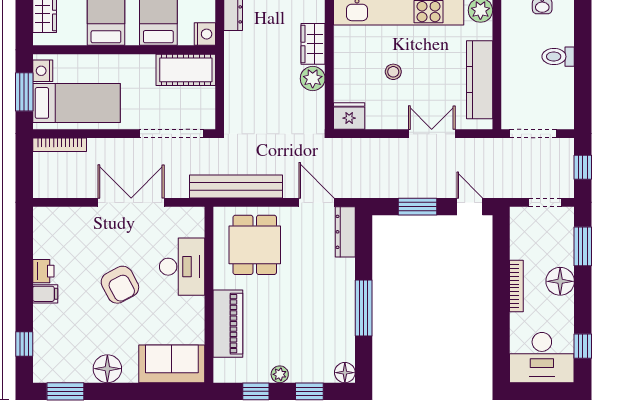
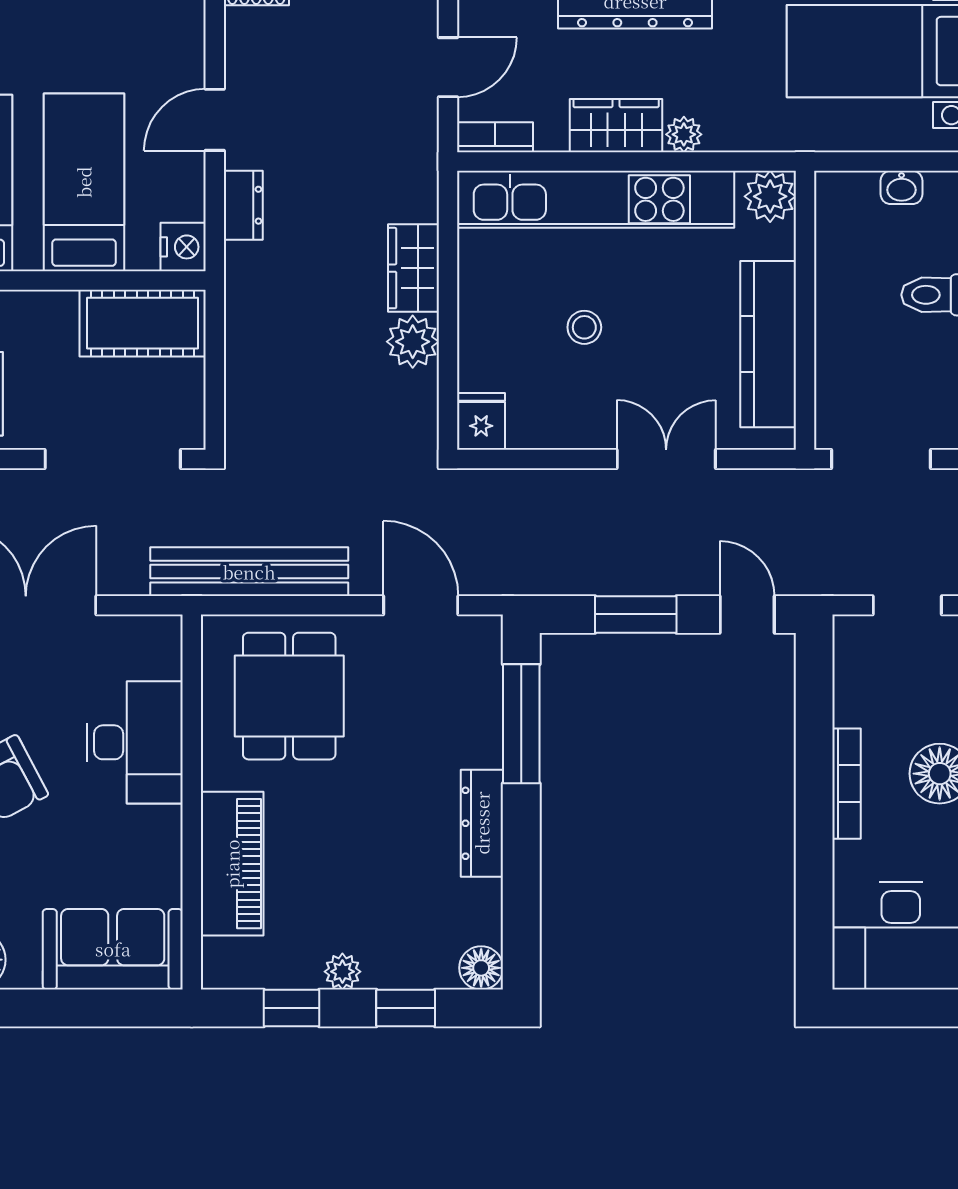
fridge: (349, 116) -> (481, 421), width x0.72
dresser: (345, 232) -> (482, 823), moved
window: (364, 308) -> (521, 724), moved

